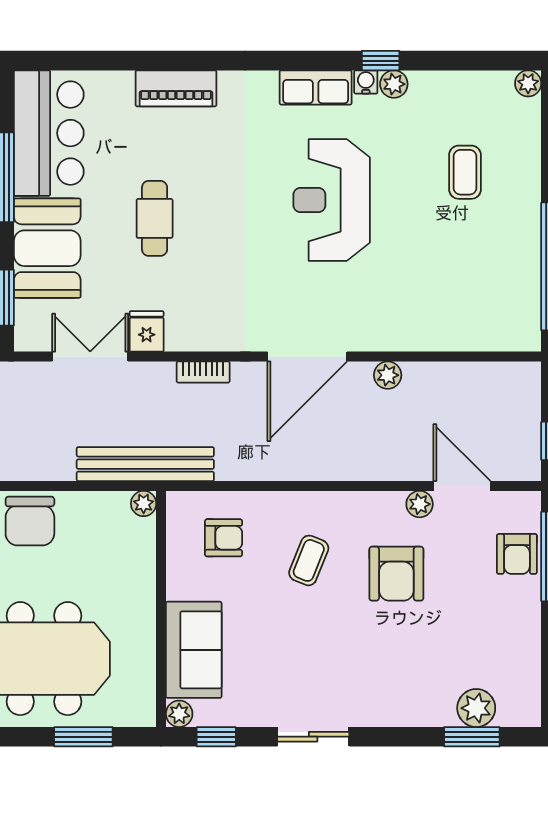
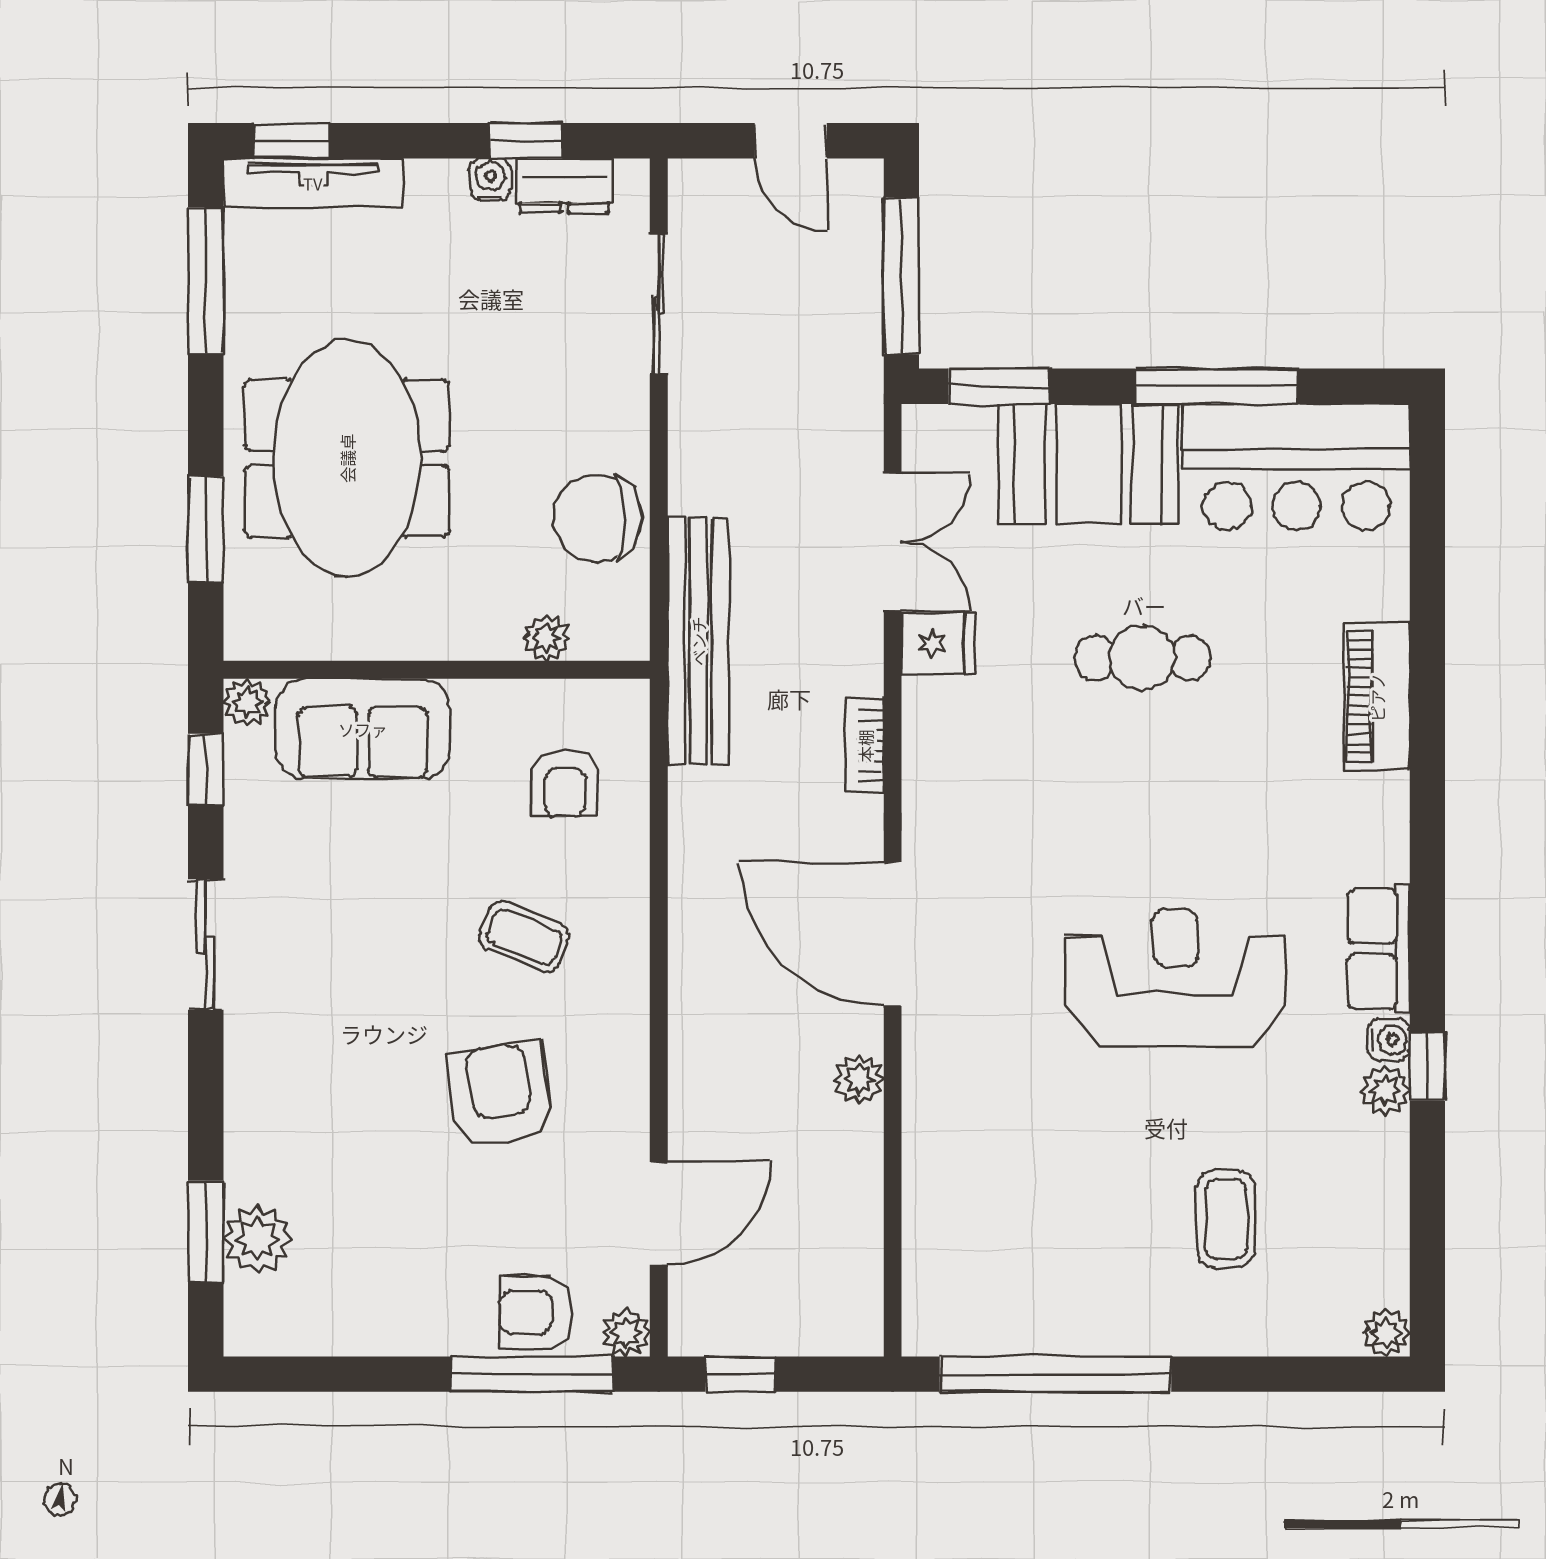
coffee table: (465, 172) -> (1226, 1219), turned 90
plant: (144, 504) -> (546, 638), moved
plant: (420, 504) -> (626, 1333), moved
chair: (30, 521) -> (597, 518), moved
armchair: (396, 574) -> (500, 1095), turned 82

